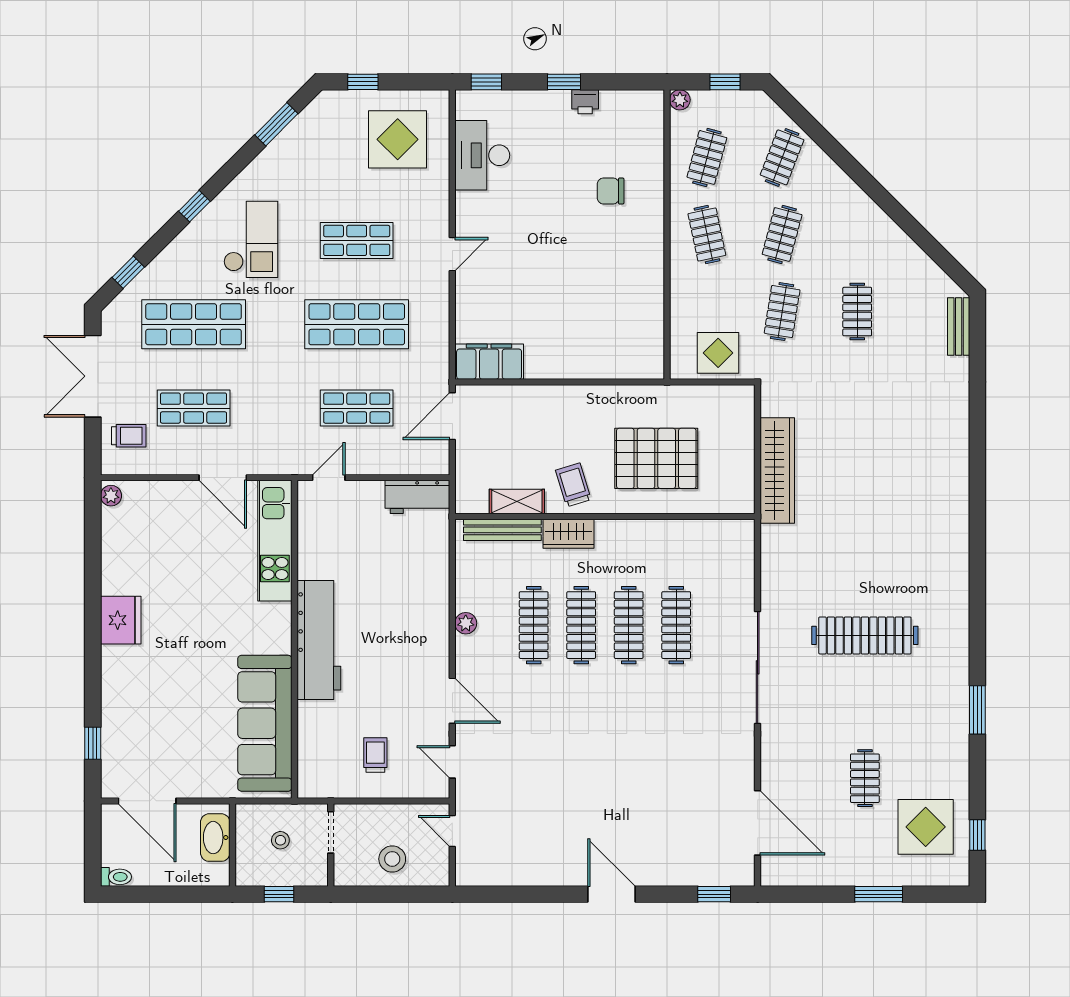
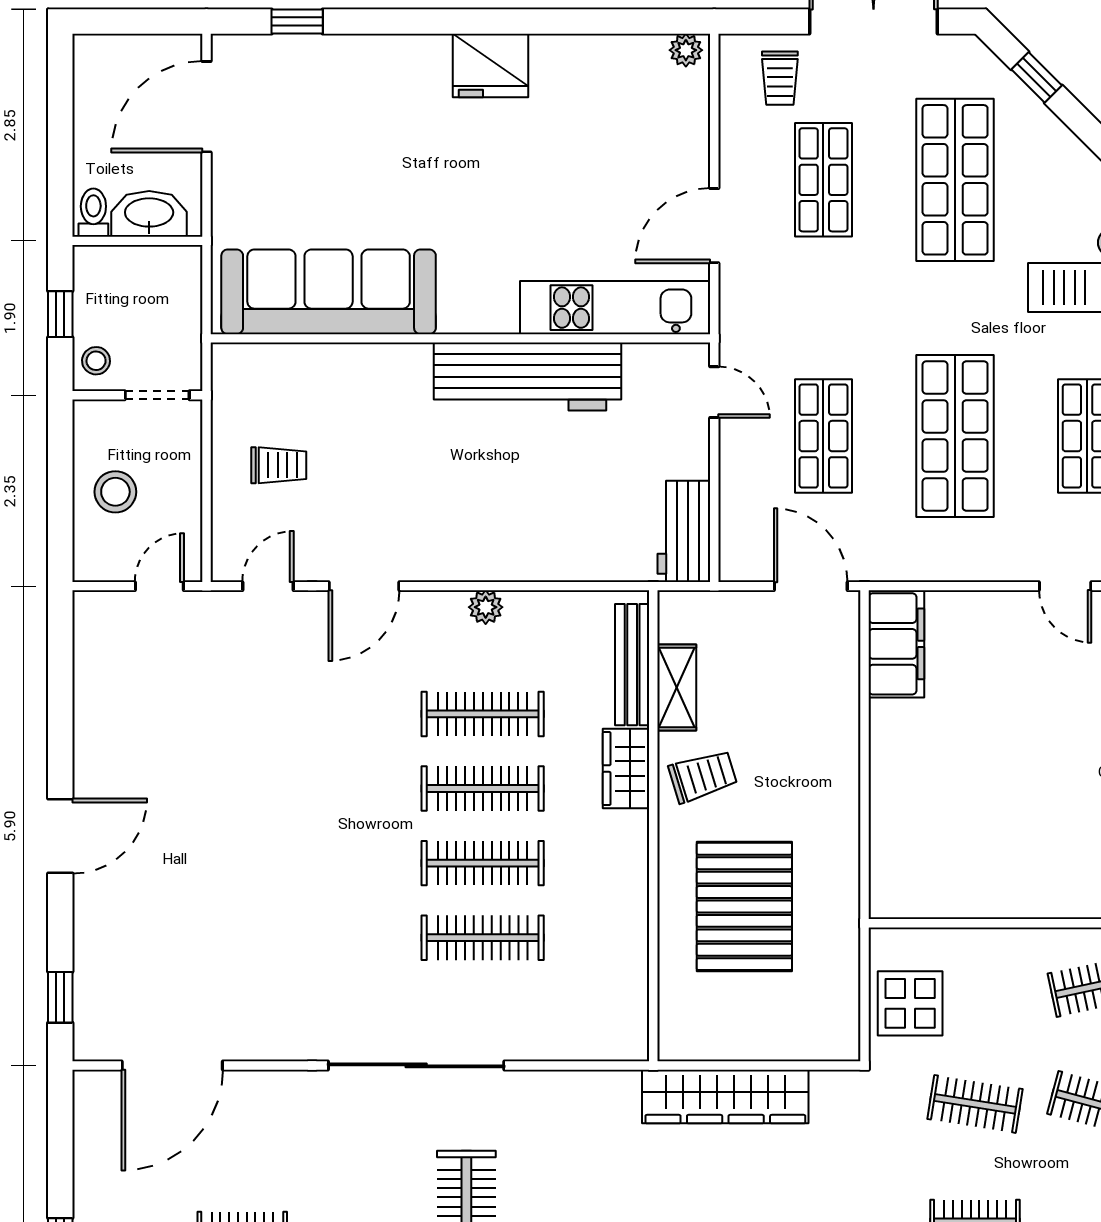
workbench: (319, 640) -> (528, 377), moved
stool: (280, 840) -> (96, 361), moved
toilet: (116, 877) -> (93, 213), moved, turned 180

